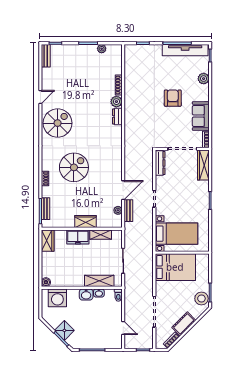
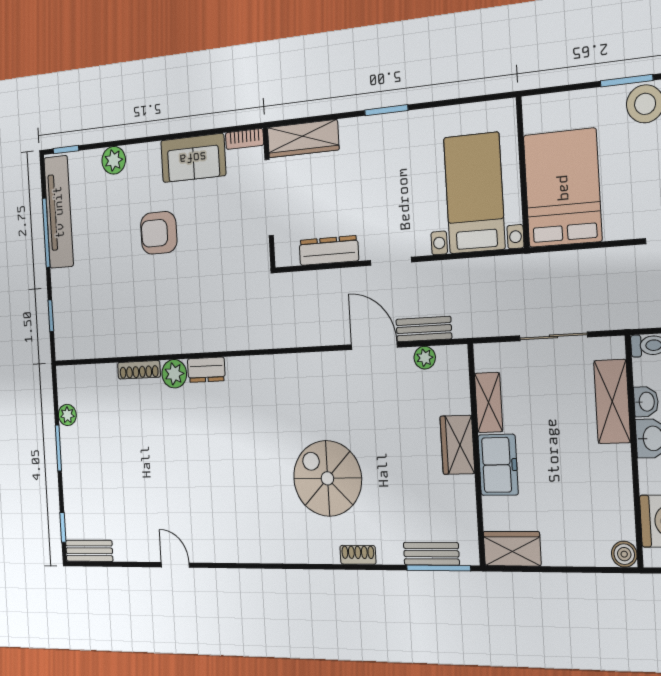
spiral stairs: (58, 123) -> (229, 522), removed
dresser: (160, 163) -> (329, 251), moved

